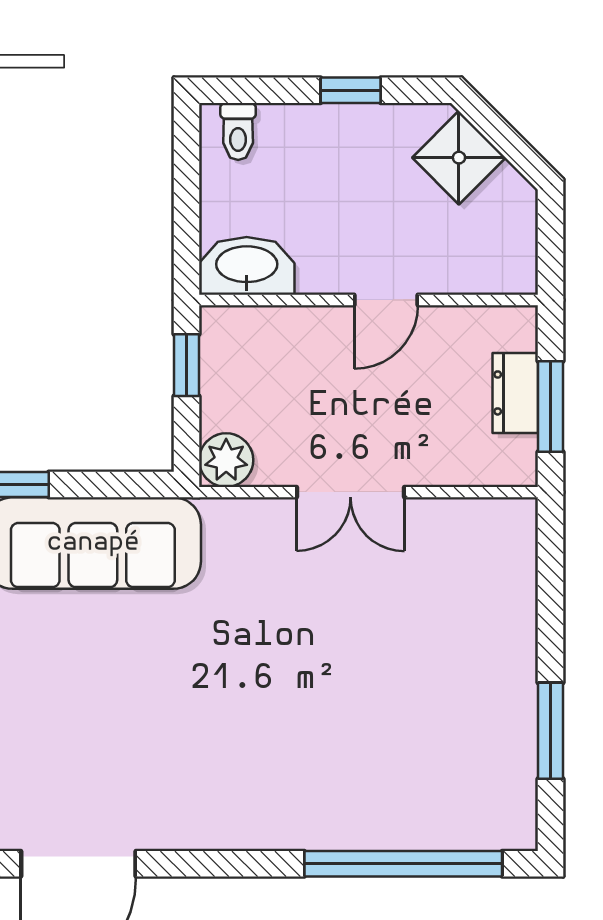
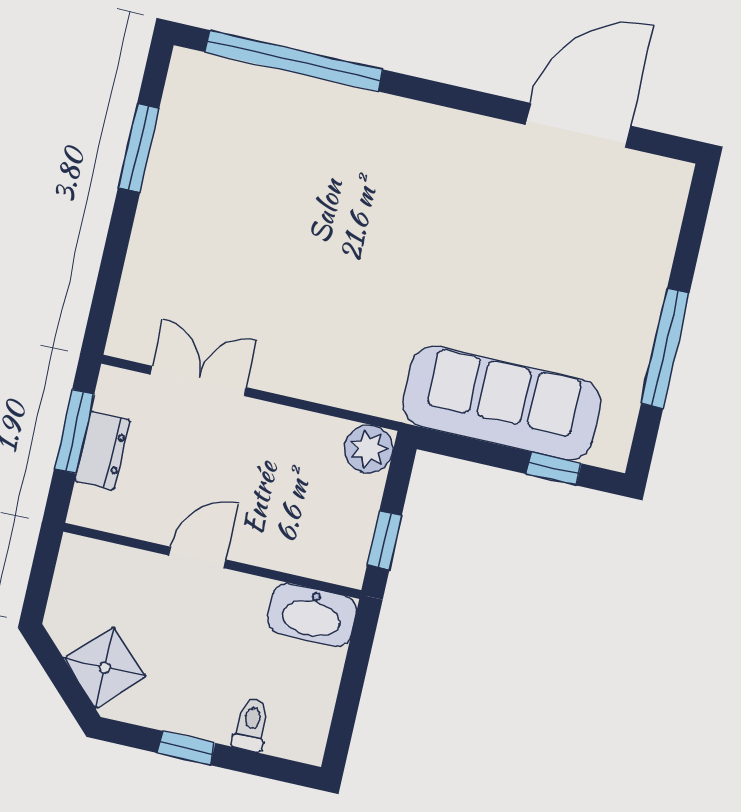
toilet: (238, 131) -> (251, 725), moved
double door: (350, 492) -> (198, 381), moved

